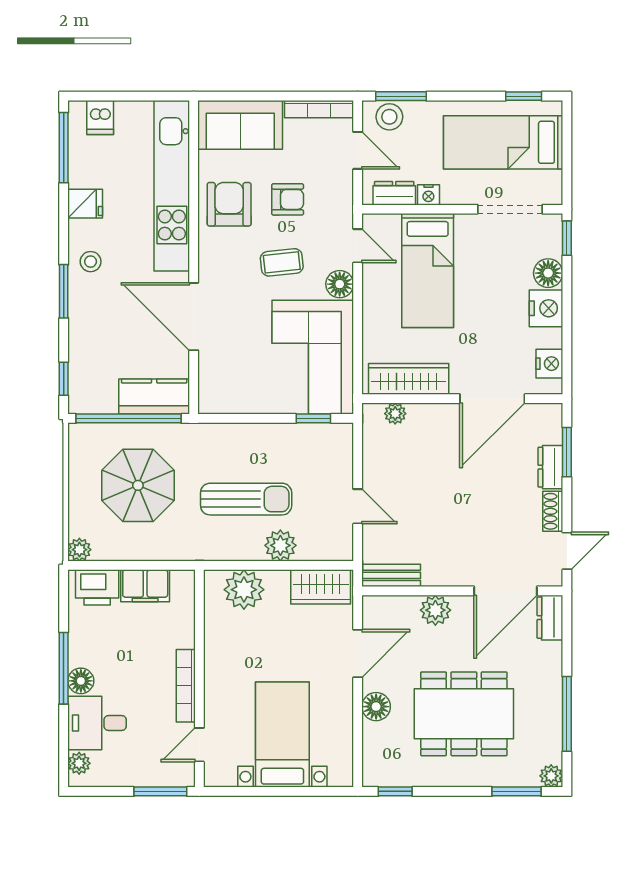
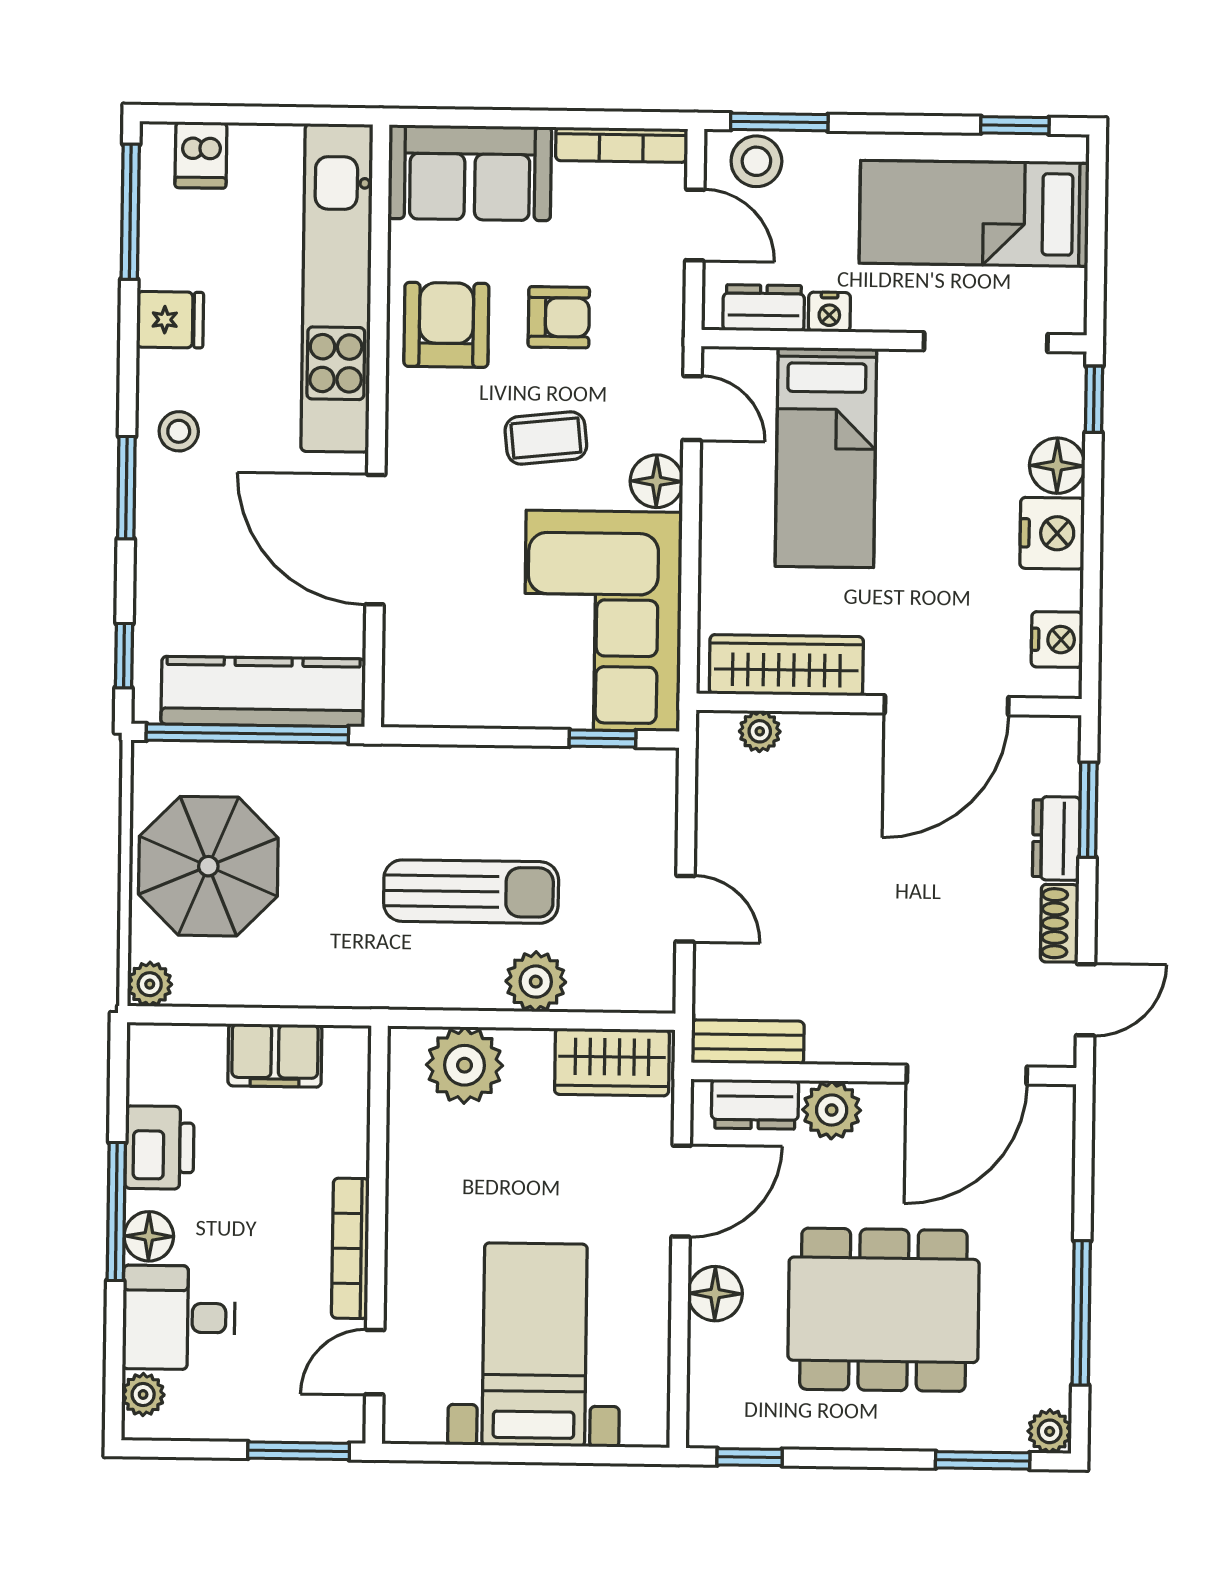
kitchen counter: (154, 396) -> (263, 692), width x1.50
parasol: (138, 485) -> (208, 866), moved
printer: (97, 587) -> (159, 1148), moved, turned -90
dresser: (550, 618) -> (755, 1104), moved, turned -90

